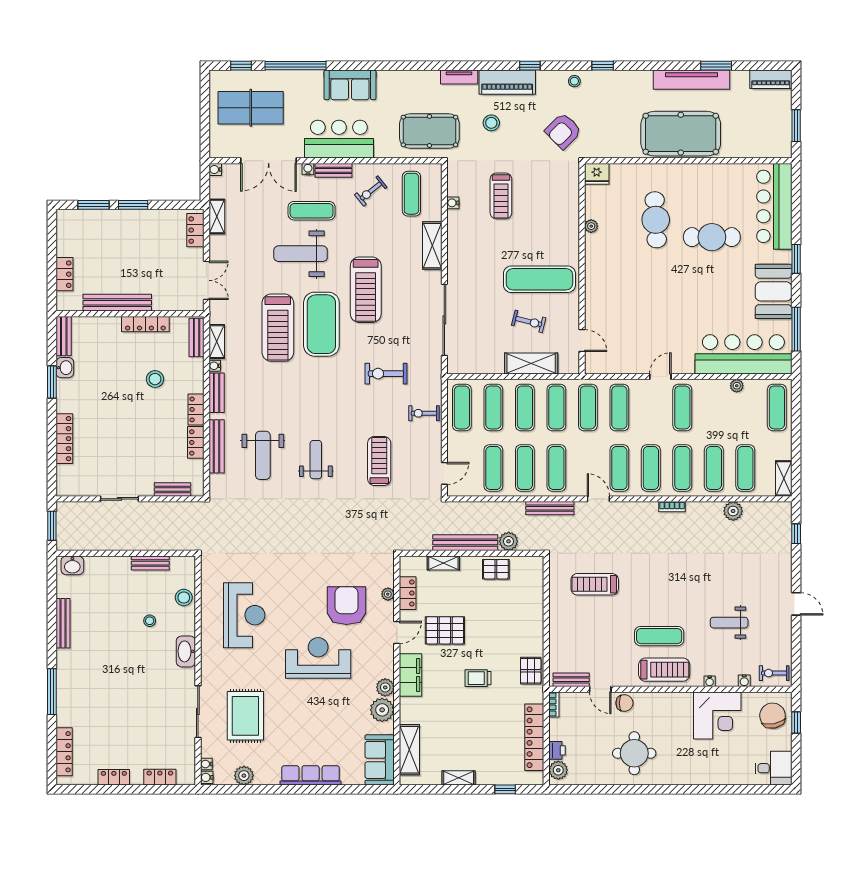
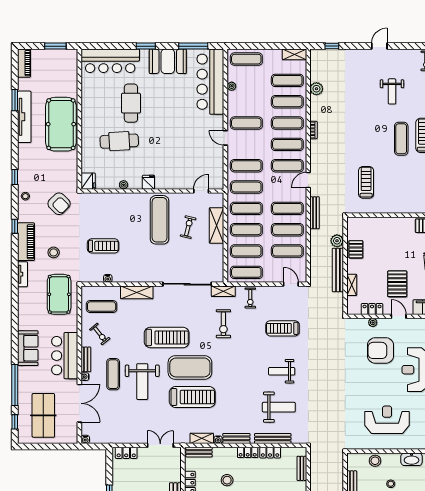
shelving: (217, 217) -> (223, 291), moved
fridge: (595, 263) -> (148, 182), added
treadmill: (595, 584) -> (366, 182), turned 180

